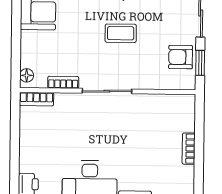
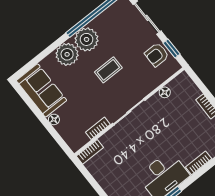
floor lamp: (27, 75) -> (54, 119), moved
floor lamp: (158, 101) -> (165, 92), added

